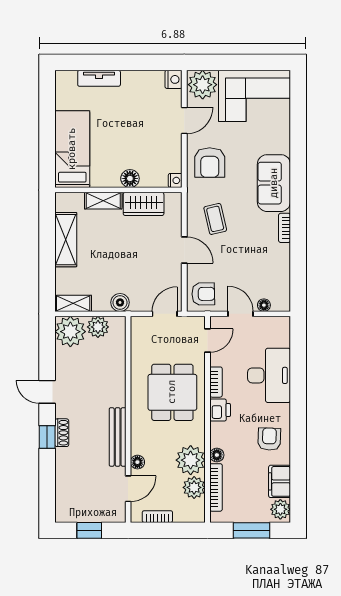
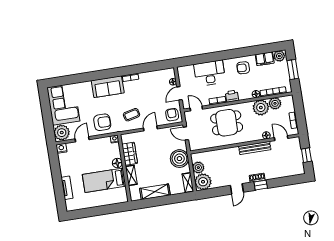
door: (184, 120) -> (82, 139), hinge flipped
bed: (72, 149) -> (104, 180), moved
boiler: (120, 302) -> (179, 159), width x1.86, depth x1.86

